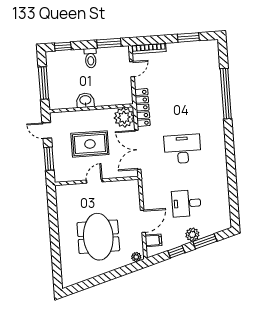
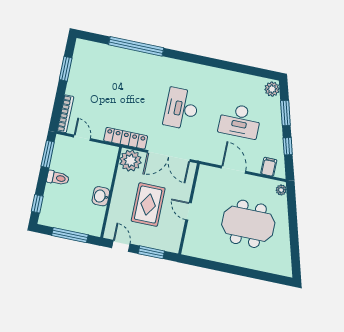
door: (47, 130) -> (121, 246), swing flipped
desk: (186, 203) -> (240, 121), width x1.37
door: (143, 221) -> (234, 170), moved
plant: (192, 235) -> (272, 89), moved

